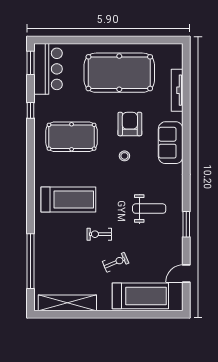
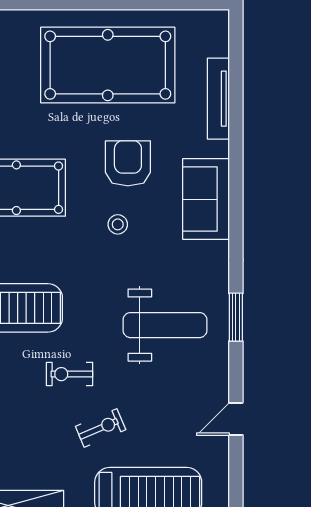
weight bench: (149, 209) -> (165, 325), width x1.36, depth x1.33
window: (186, 224) -> (236, 317), moved
door: (186, 274) -> (236, 419), moved

